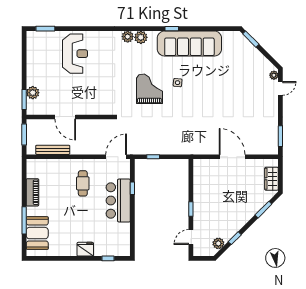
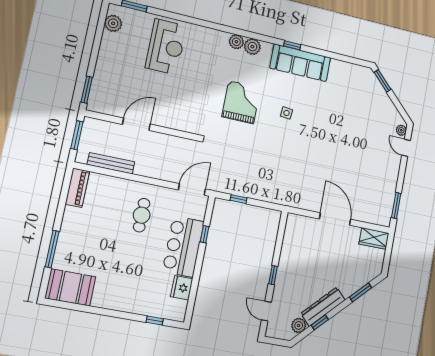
sofa: (189, 44) -> (300, 63), width x0.74, depth x0.79
door: (280, 88) -> (406, 148), swing flipped
grand piano: (149, 89) -> (241, 102), moved
plant: (33, 93) -> (113, 23), moved
door: (65, 117) -> (136, 124), swing flipped
wardrobe: (272, 179) -> (374, 238), moved, turned -90
piano: (32, 192) -> (77, 188), moved
dresser: (235, 226) -> (323, 307), added
booth: (37, 233) -> (70, 287), moved, turned 90
door: (191, 237) -> (266, 311), hinge flipped
fridge: (85, 249) -> (182, 288), moved, turned -90

